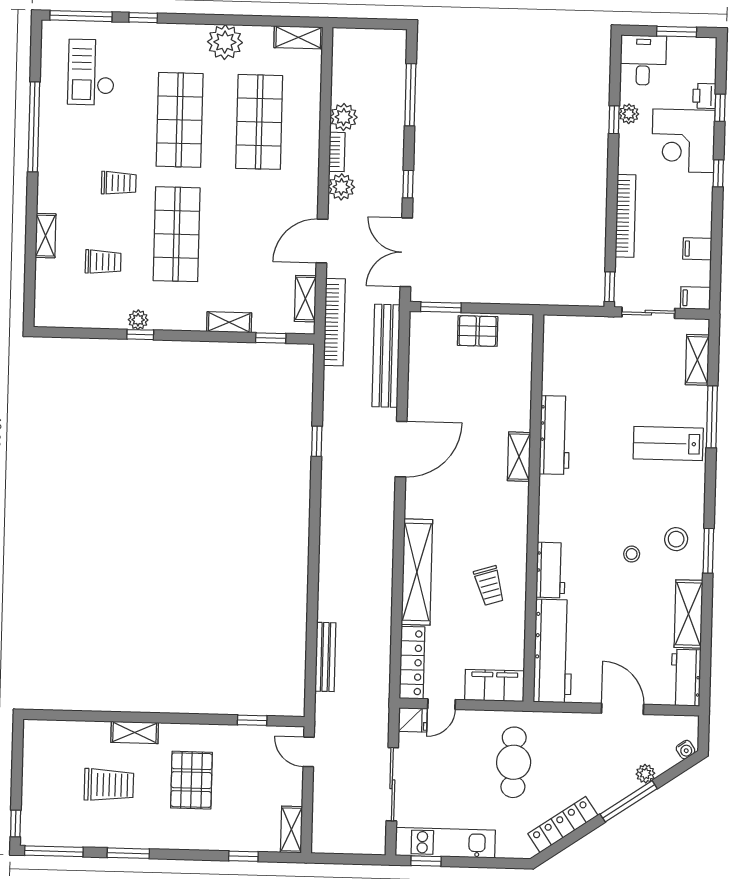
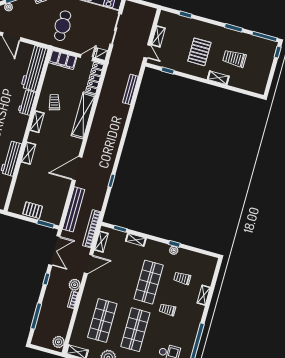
plant: (344, 117) -> (59, 342), moved
shelving: (517, 532) -> (37, 122), added
shelving: (291, 830) -> (158, 36), moved

